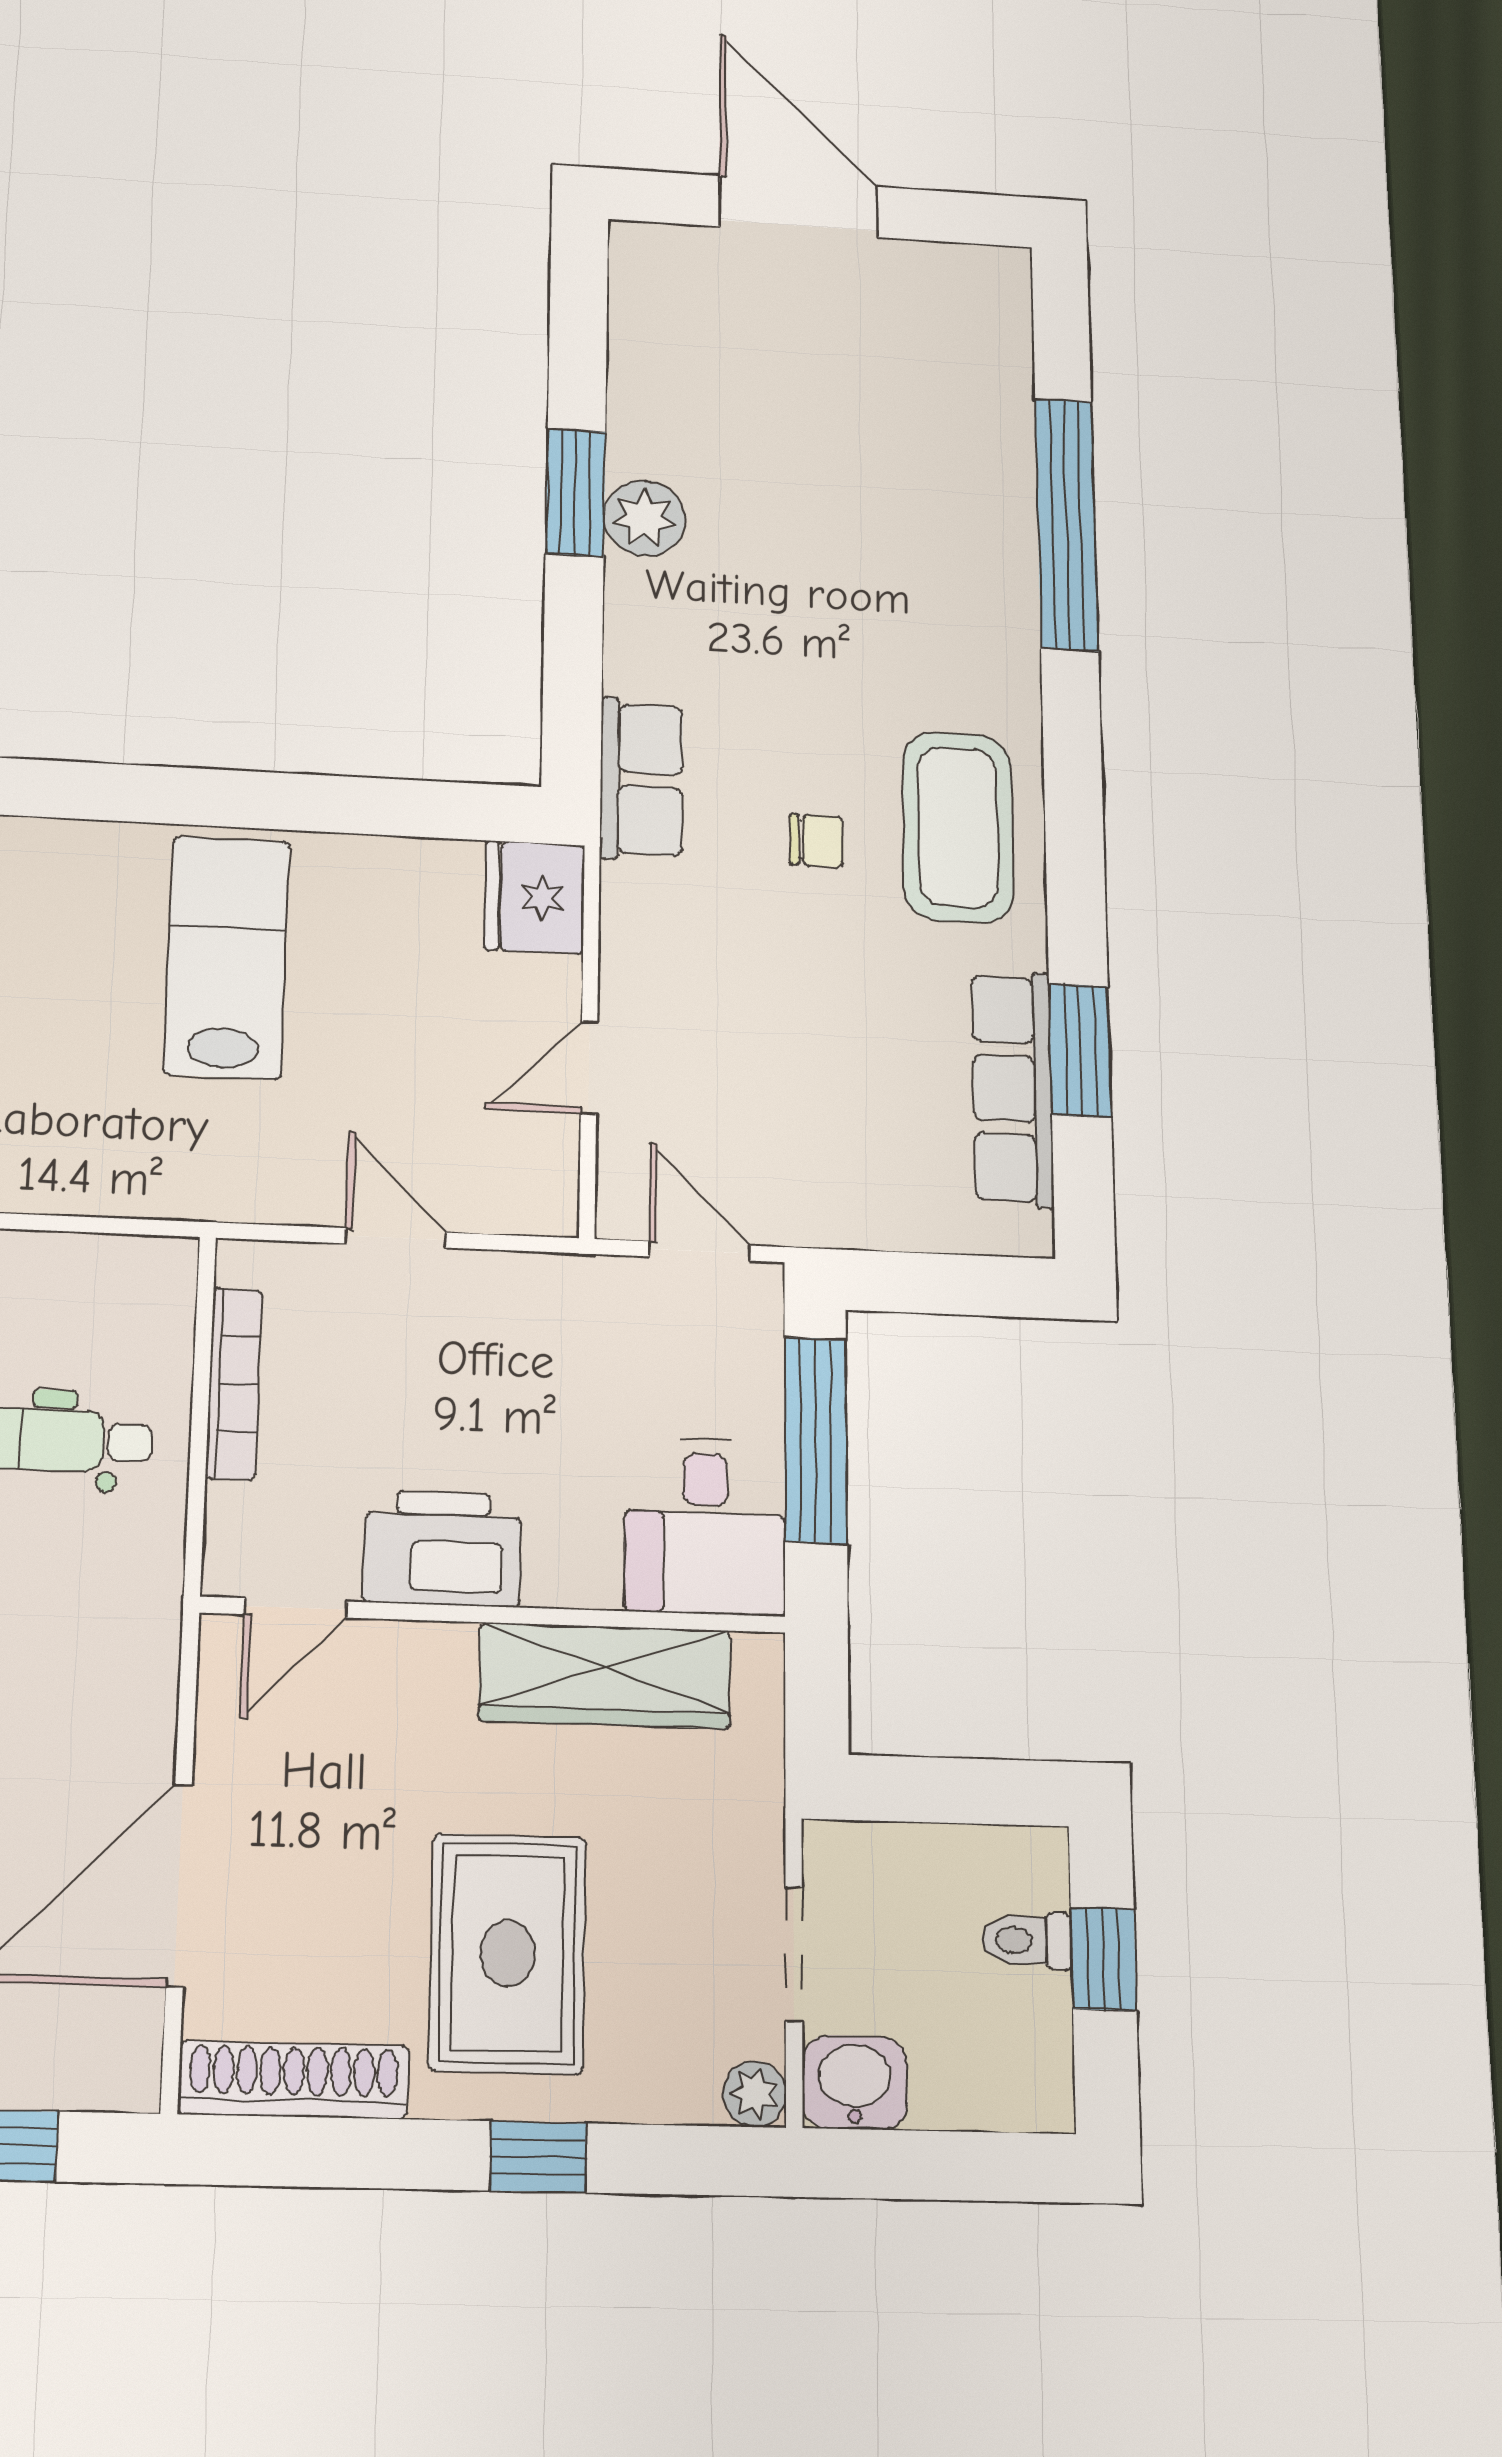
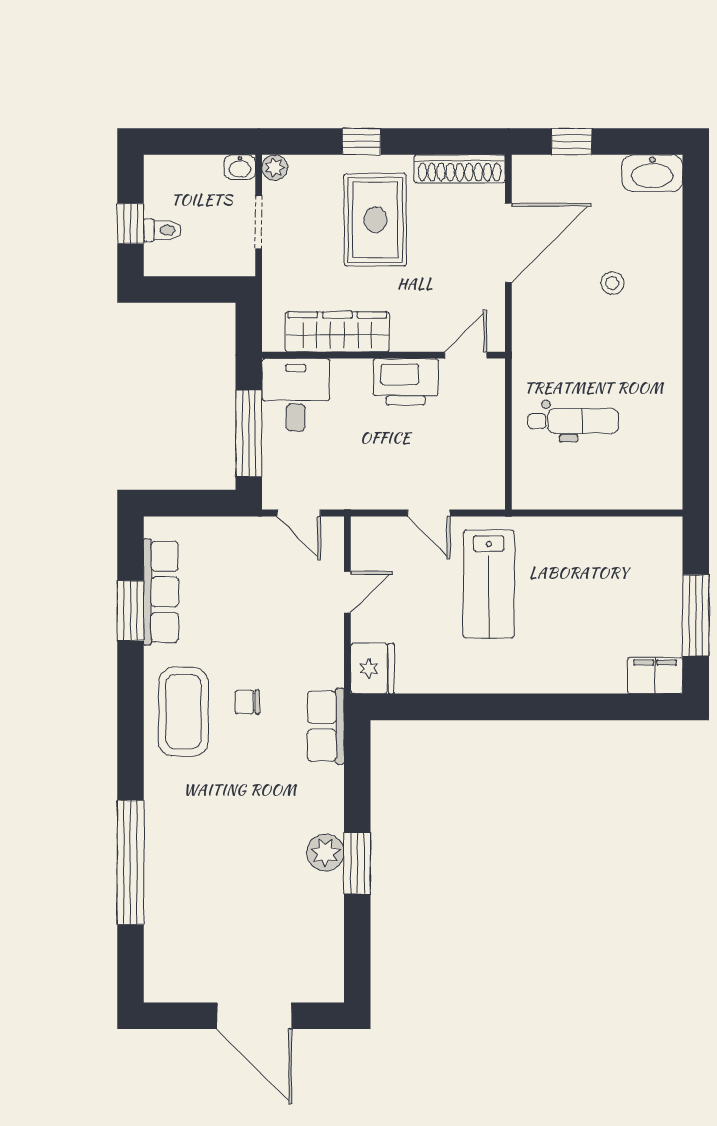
lab bench: (227, 957) -> (489, 584), moved
bookcase: (234, 1384) -> (495, 448), removed
washbasin: (855, 2082) -> (240, 167), width x0.72, depth x0.69

